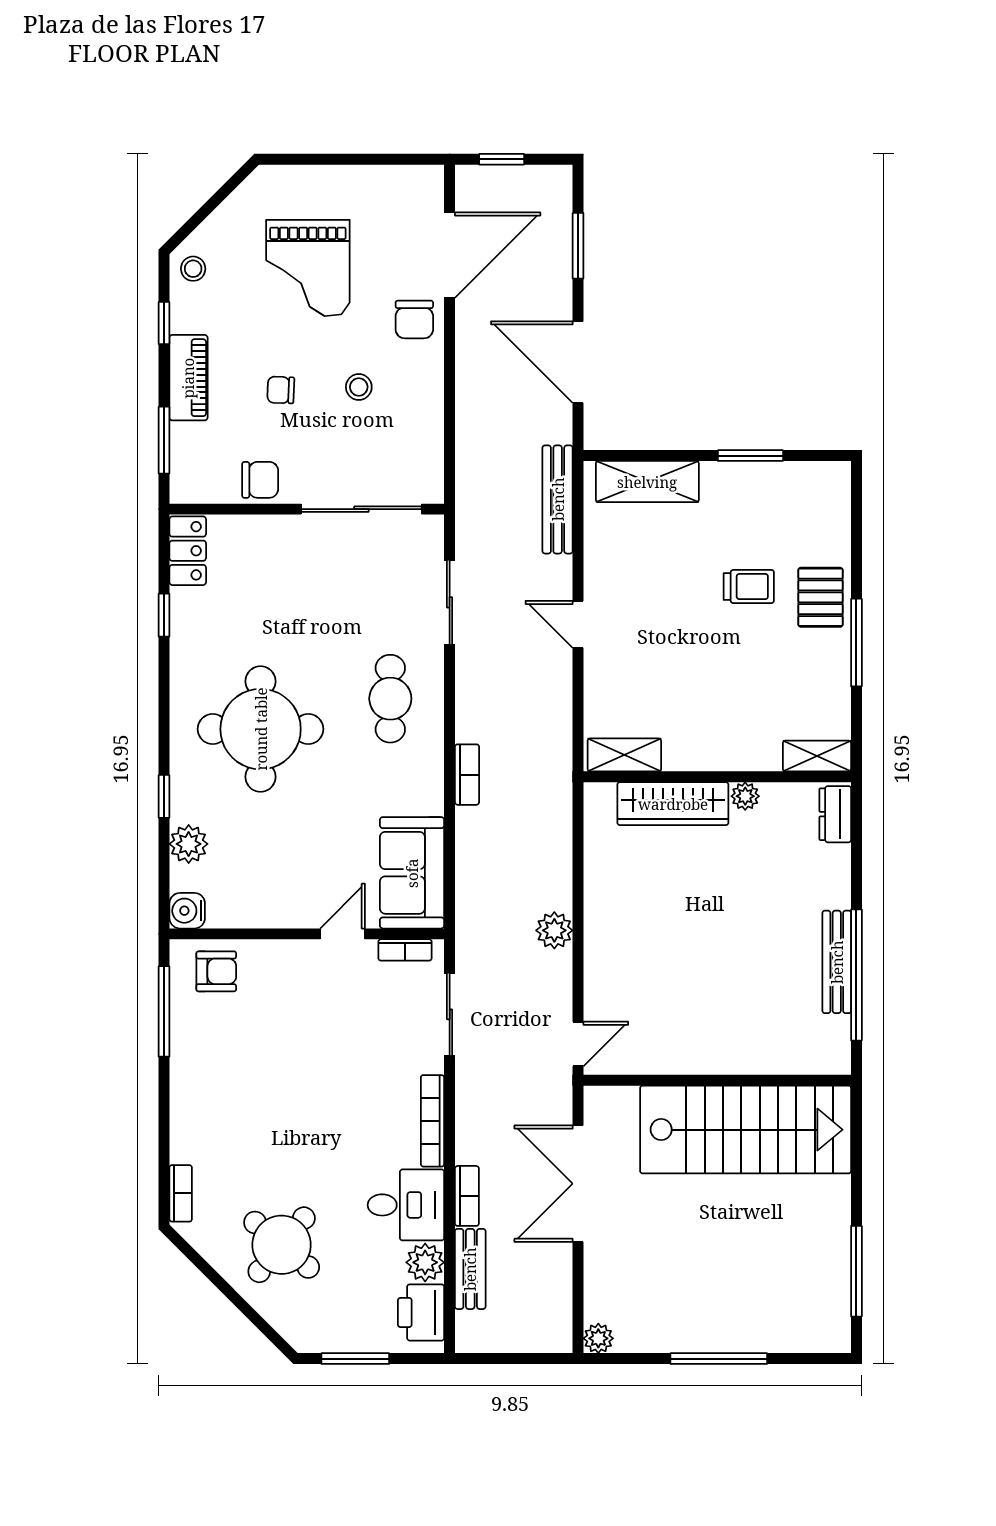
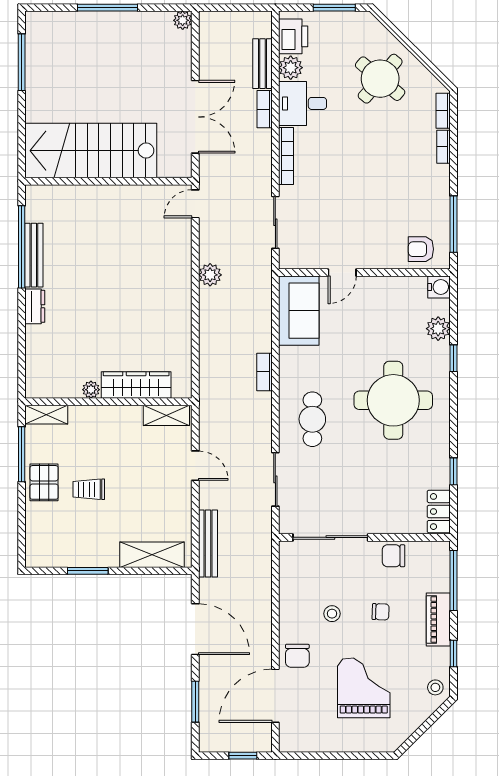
chair: (414, 319) -> (297, 656), turned 180
window: (164, 440) -> (453, 580), width x1.44
shelving: (624, 755) -> (166, 415), moved
shelving: (817, 756) -> (46, 415), moved
wall: (717, 777) -> (108, 402), moved
plant: (745, 796) -> (91, 390), moved
wardrobe: (673, 804) -> (136, 385), moved
dresser: (835, 814) -> (35, 306), moved
bookcase: (405, 950) -> (443, 147), moved, turned -90

